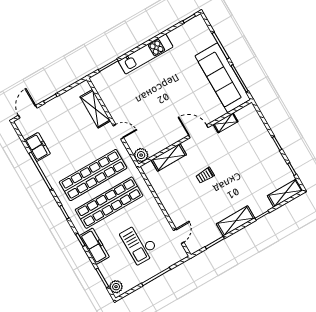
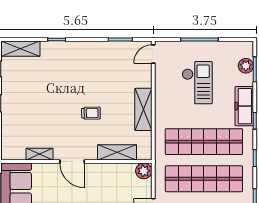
shelving: (236, 221) -> (143, 109), moved, turned 90
door: (179, 236) -> (153, 54), moved
plant: (116, 287) -> (246, 66), moved

